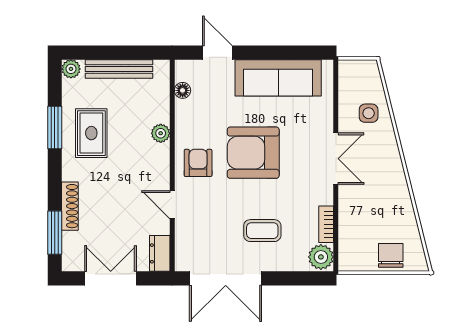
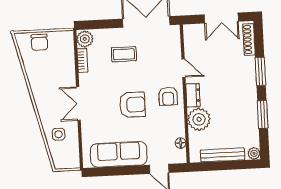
rug: (91, 133) -> (239, 112), removed
plant: (161, 133) -> (199, 119), width x1.88, depth x1.88
armchair: (253, 153) -> (132, 105), width x0.73, depth x0.73
shoe rack: (70, 206) -> (249, 39), moved
window: (55, 233) -> (260, 71), moved
dresser: (160, 253) -> (193, 95), moved

